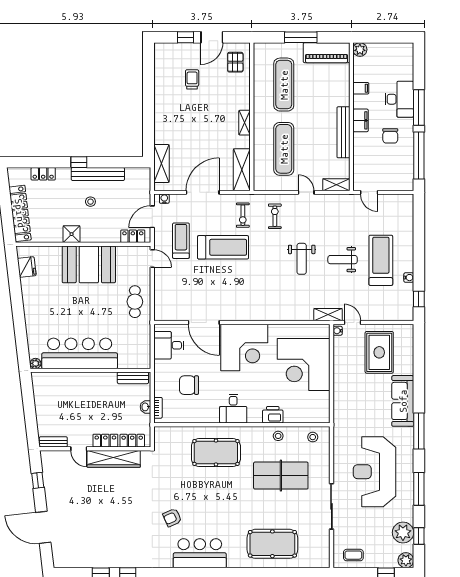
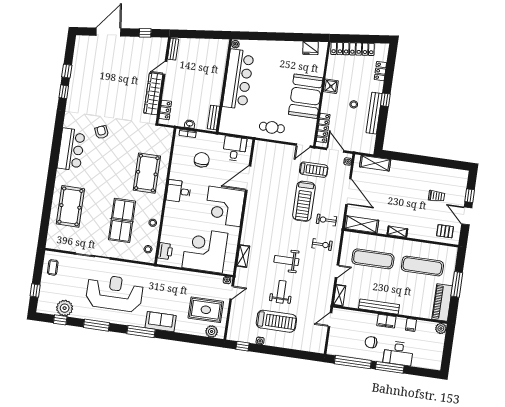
locker: (133, 236) -> (323, 128), width x1.53
shelving: (328, 315) -> (243, 256), moved
sofa: (403, 401) -> (161, 322), width x0.73
printer: (273, 415) -> (165, 251), moved
locker: (105, 441) -> (168, 89), removed
plant: (406, 560) -> (212, 332), moved

